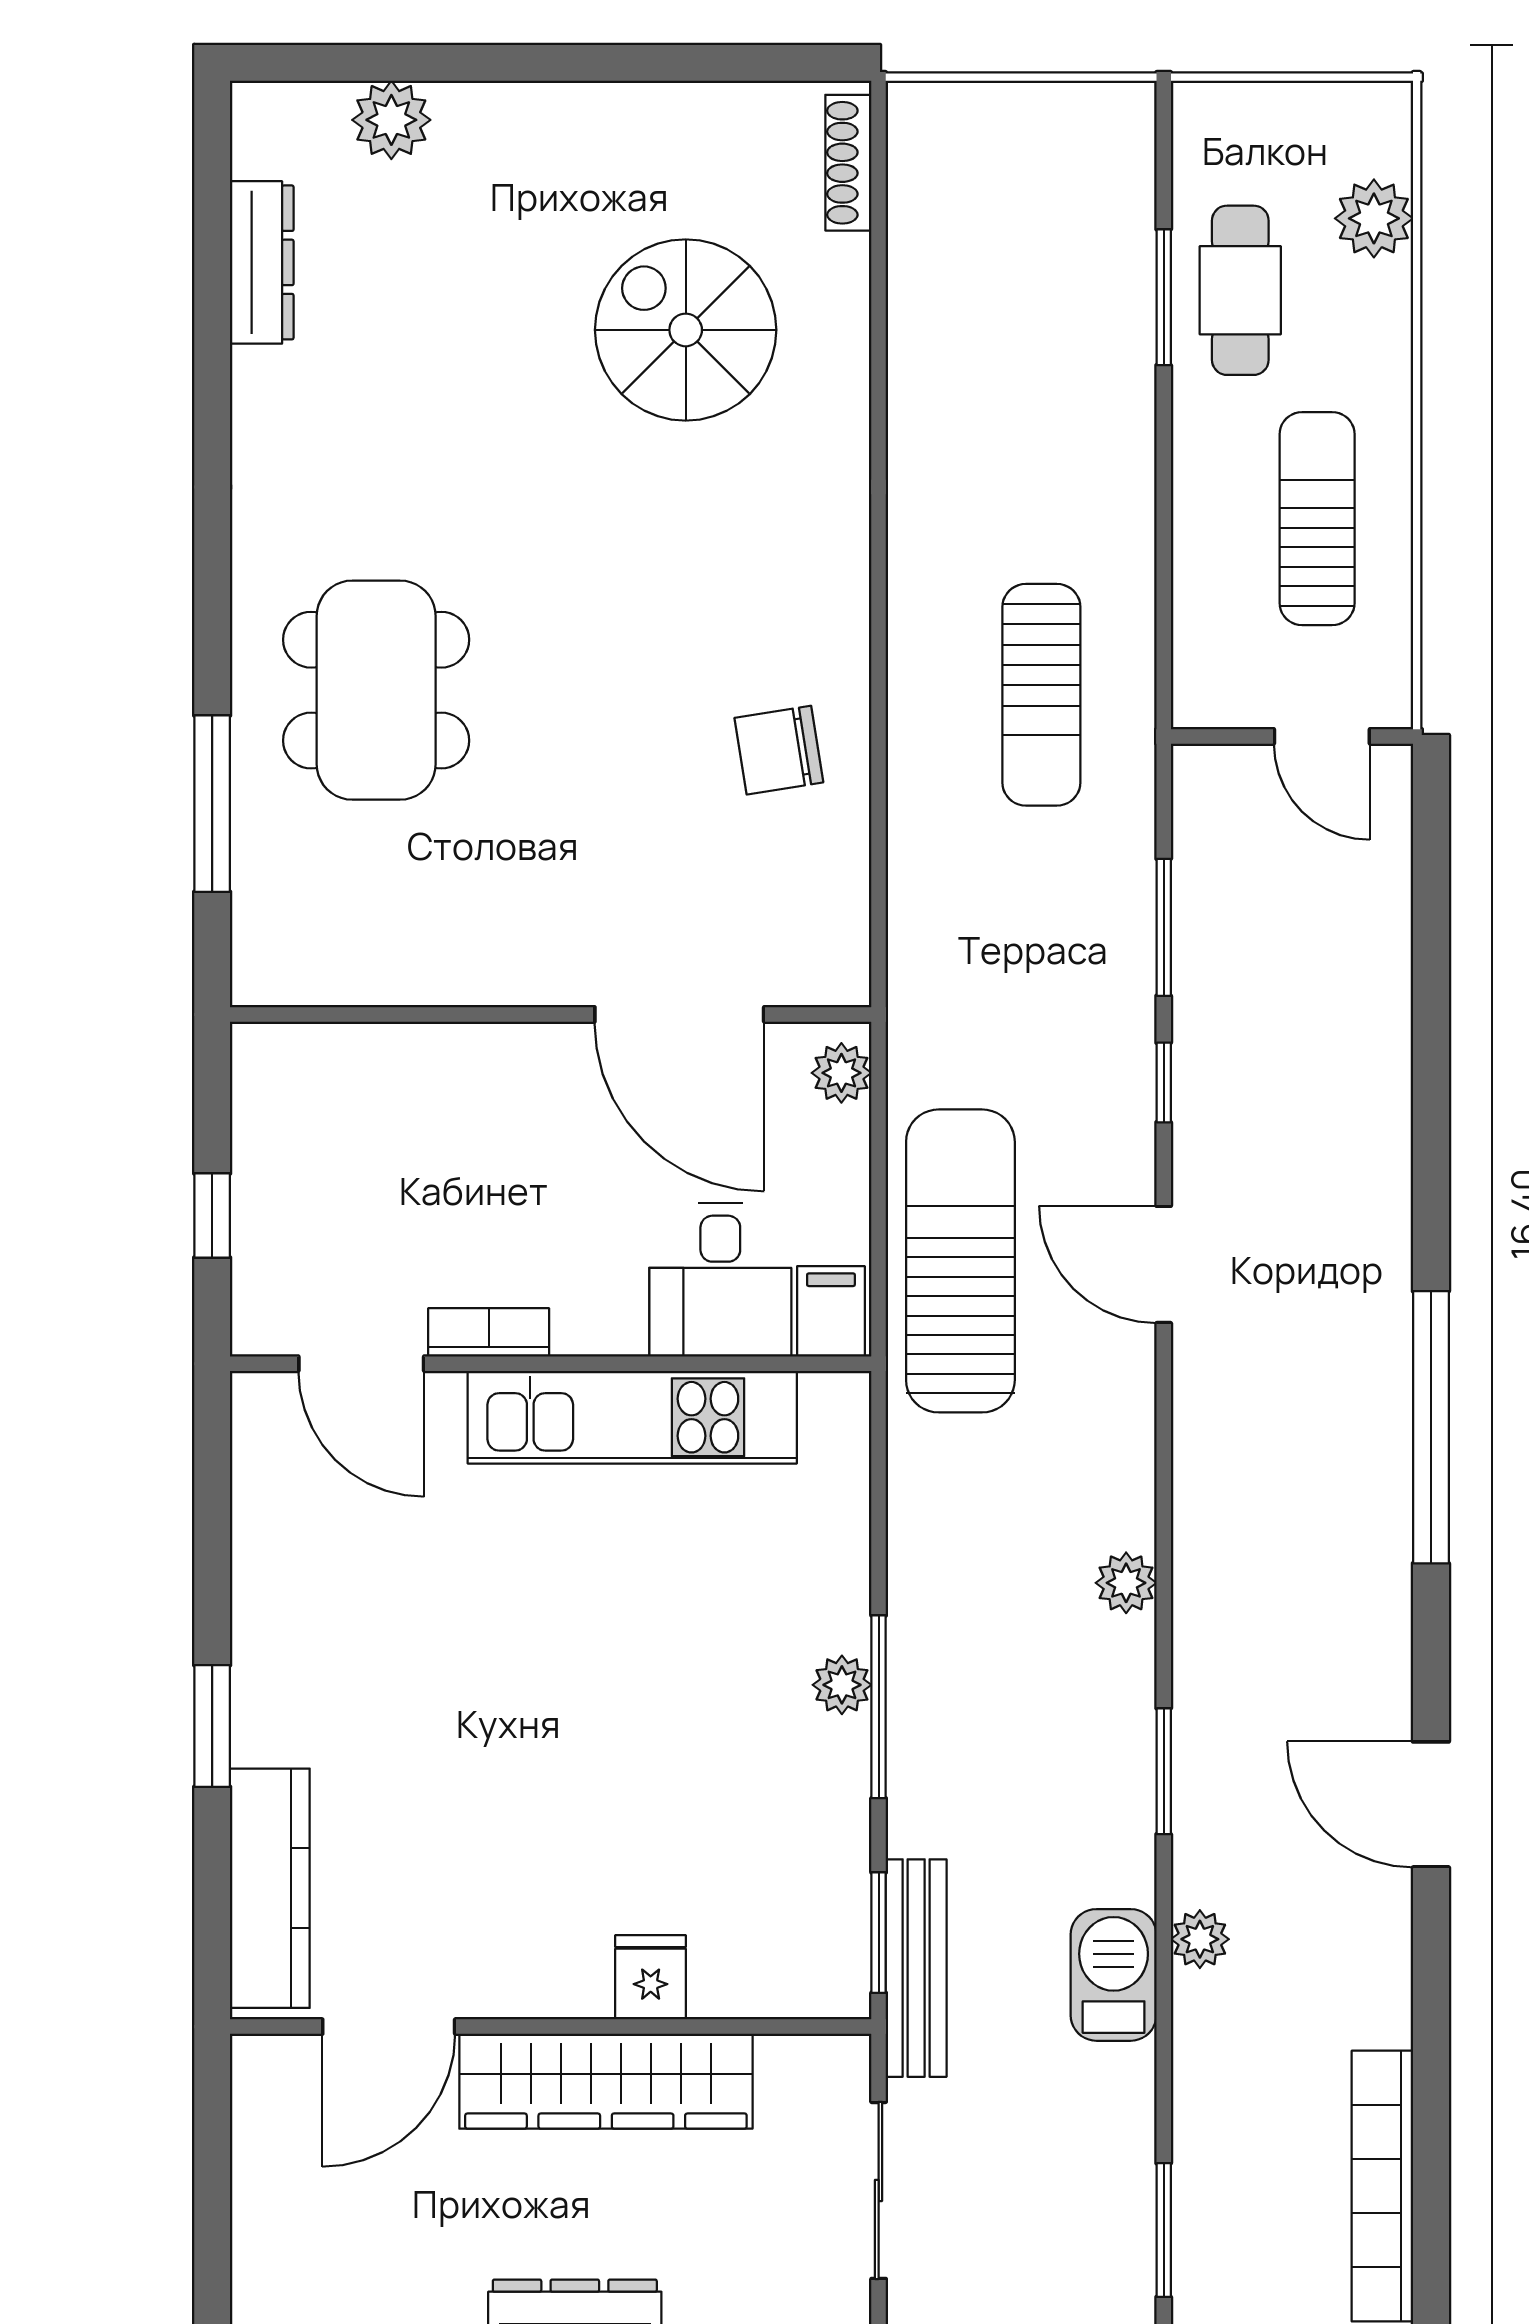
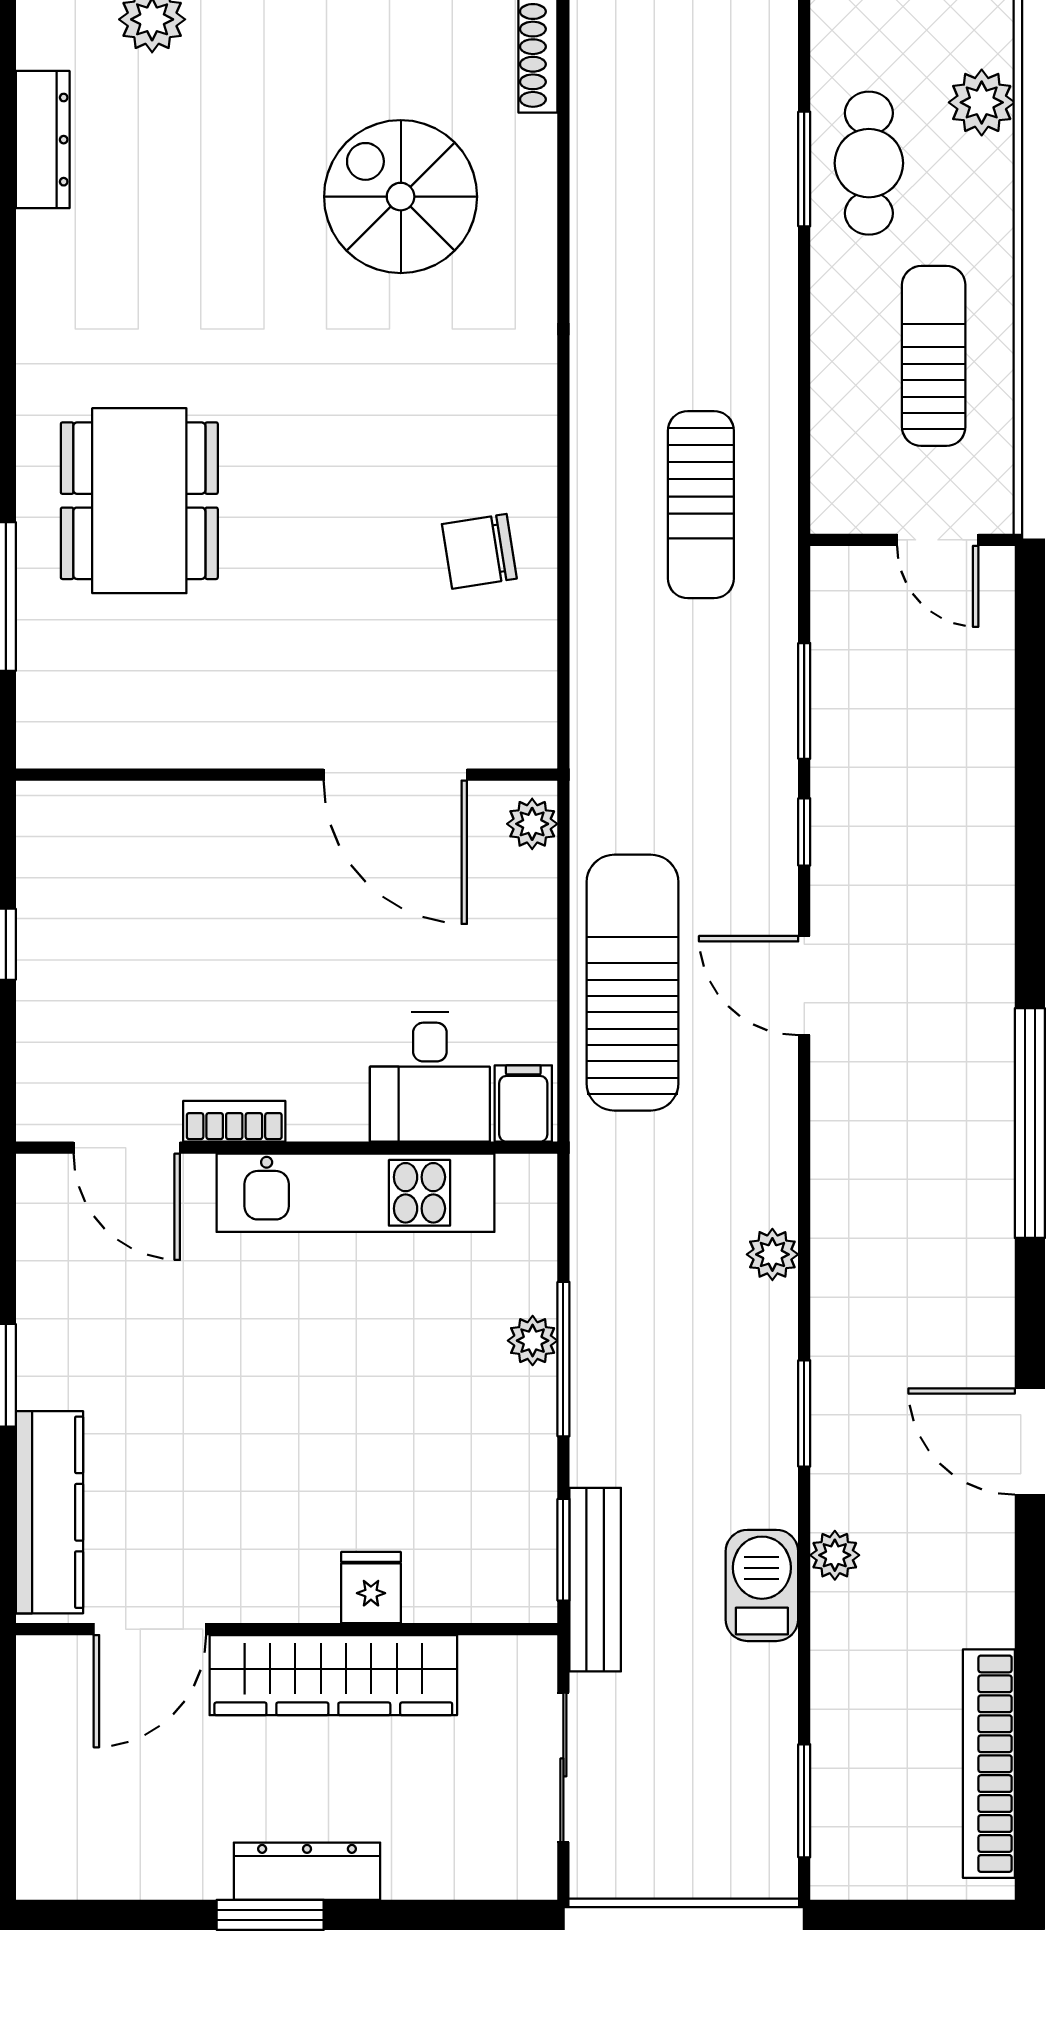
desk: (720, 1280) -> (430, 1077), moved
filing cabinet: (831, 1311) -> (523, 1103), moved
bookcase: (489, 1332) -> (234, 1121), moved
door: (361, 1364) -> (127, 1148), moved
wall: (551, 1364) -> (287, 1148), moved
kitchen unit: (632, 1417) -> (356, 1193), moved

